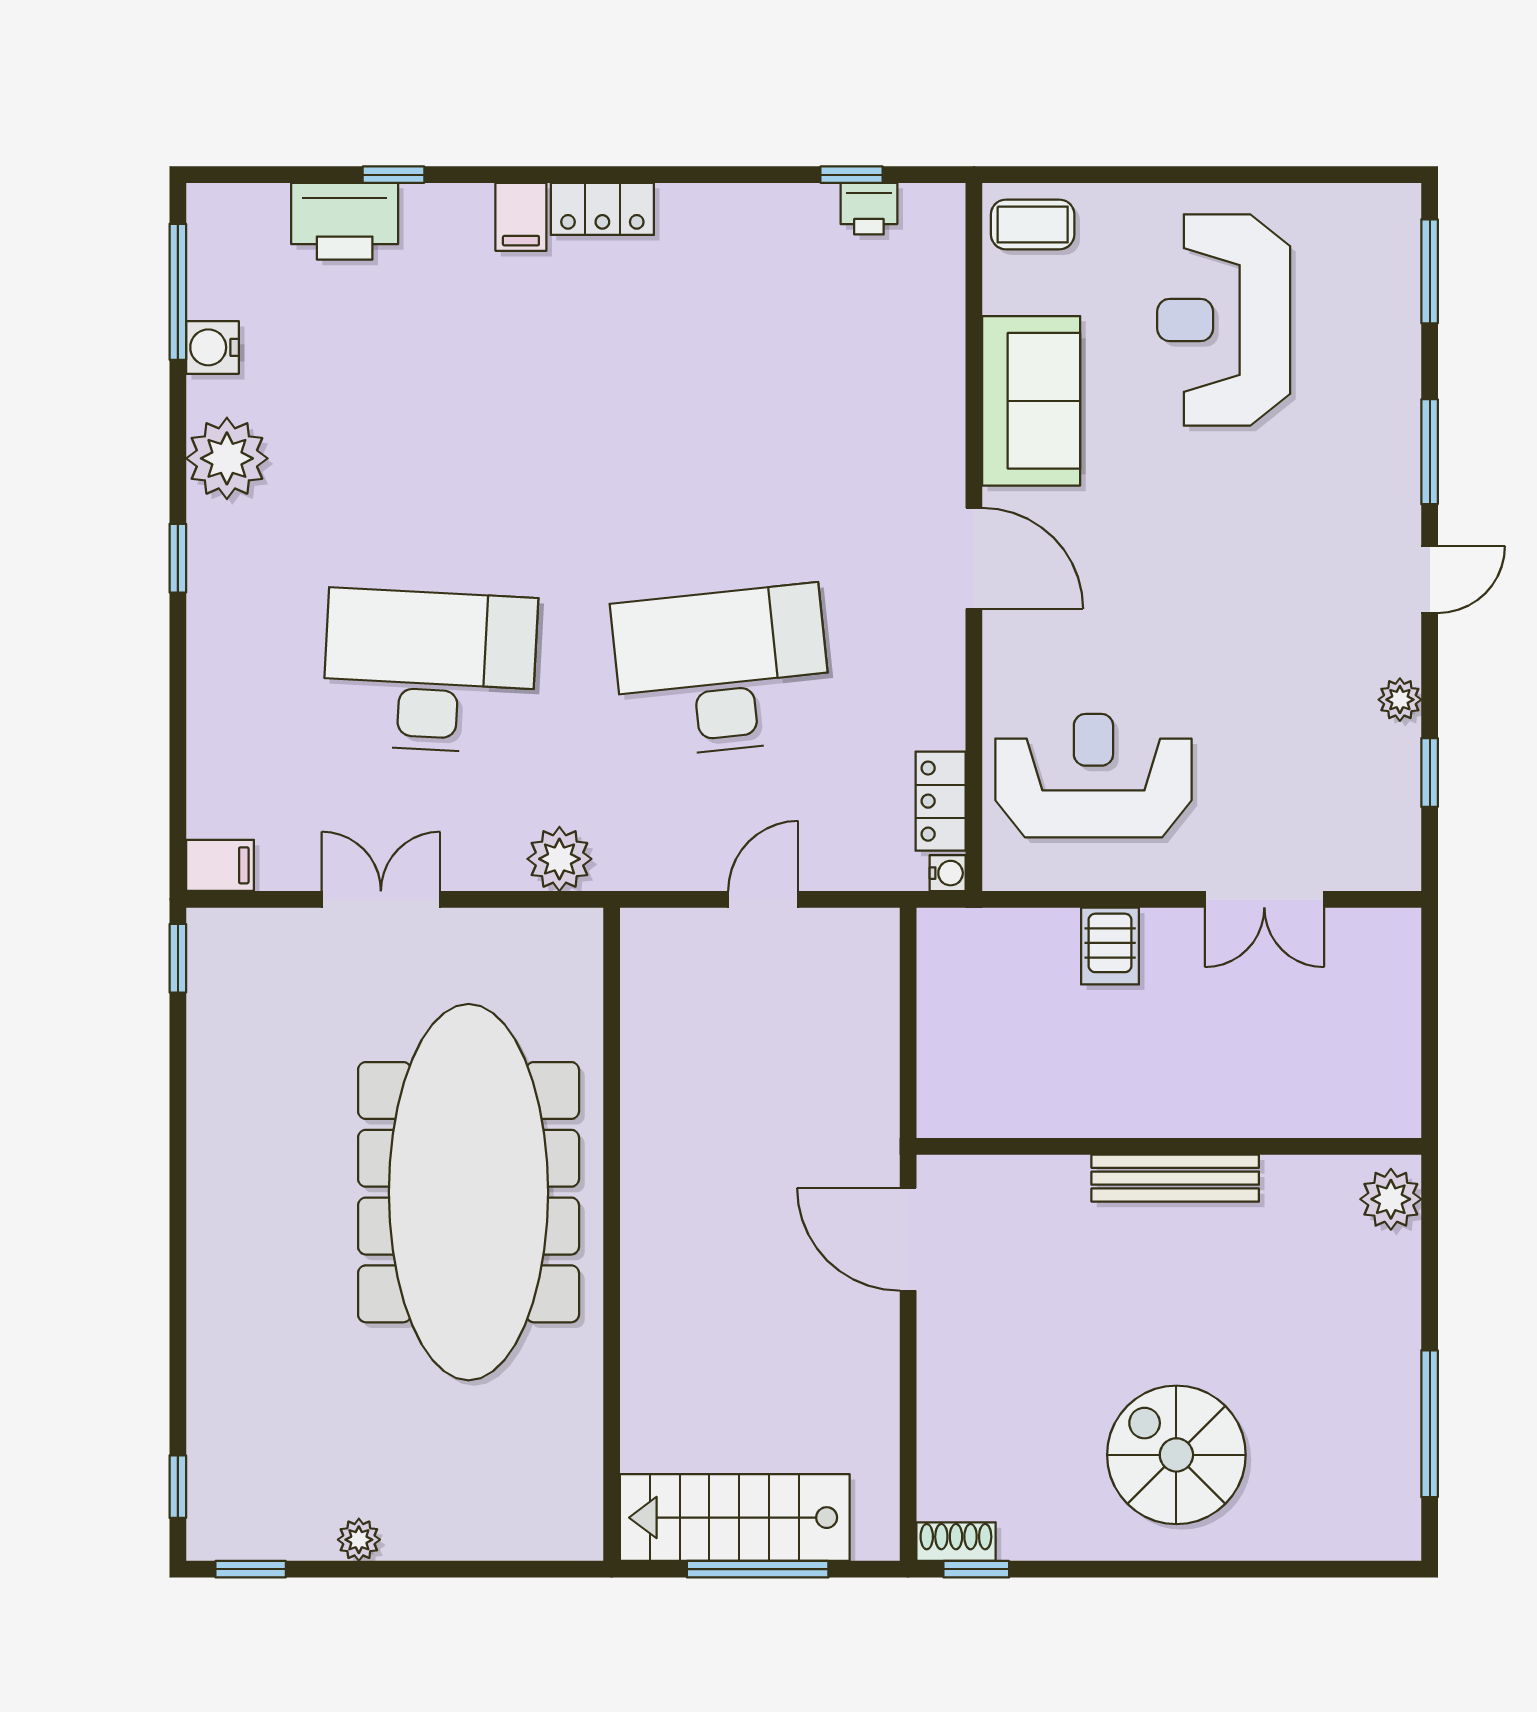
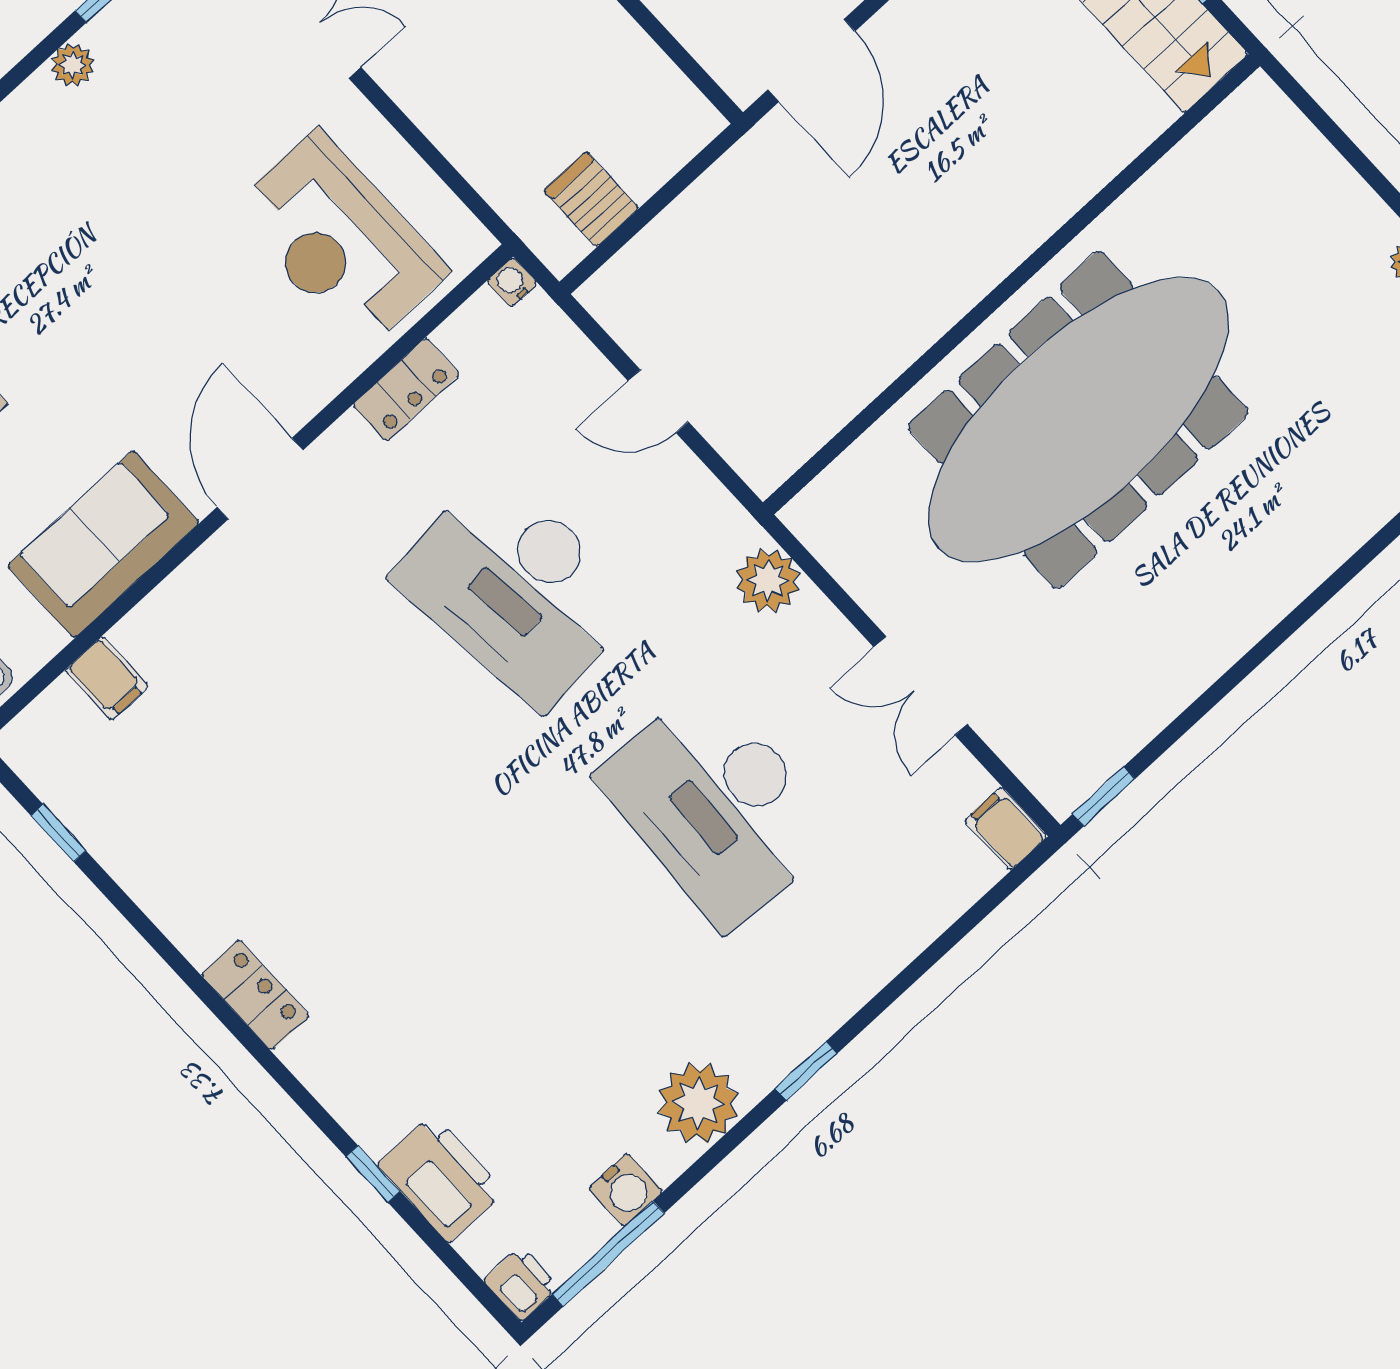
printer: (869, 209) -> (521, 1284), moved
filing cabinet: (521, 217) -> (107, 678), moved, turned 90
locker: (941, 801) -> (406, 389), moved
server rack: (1110, 946) -> (591, 199), moved, turned -90

